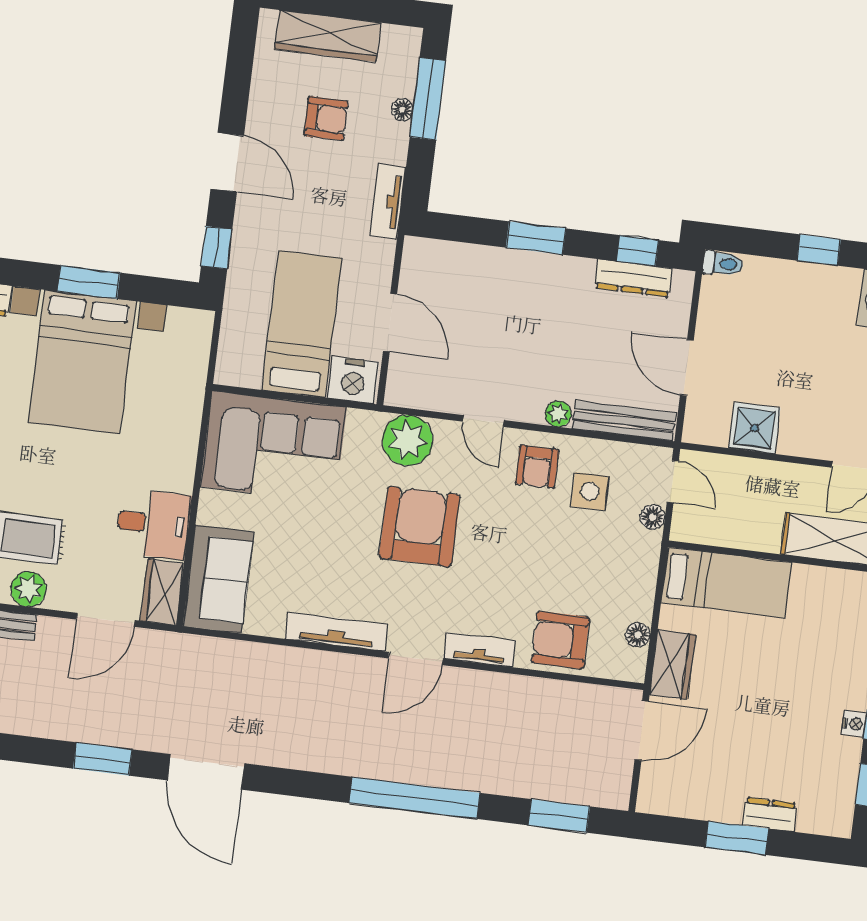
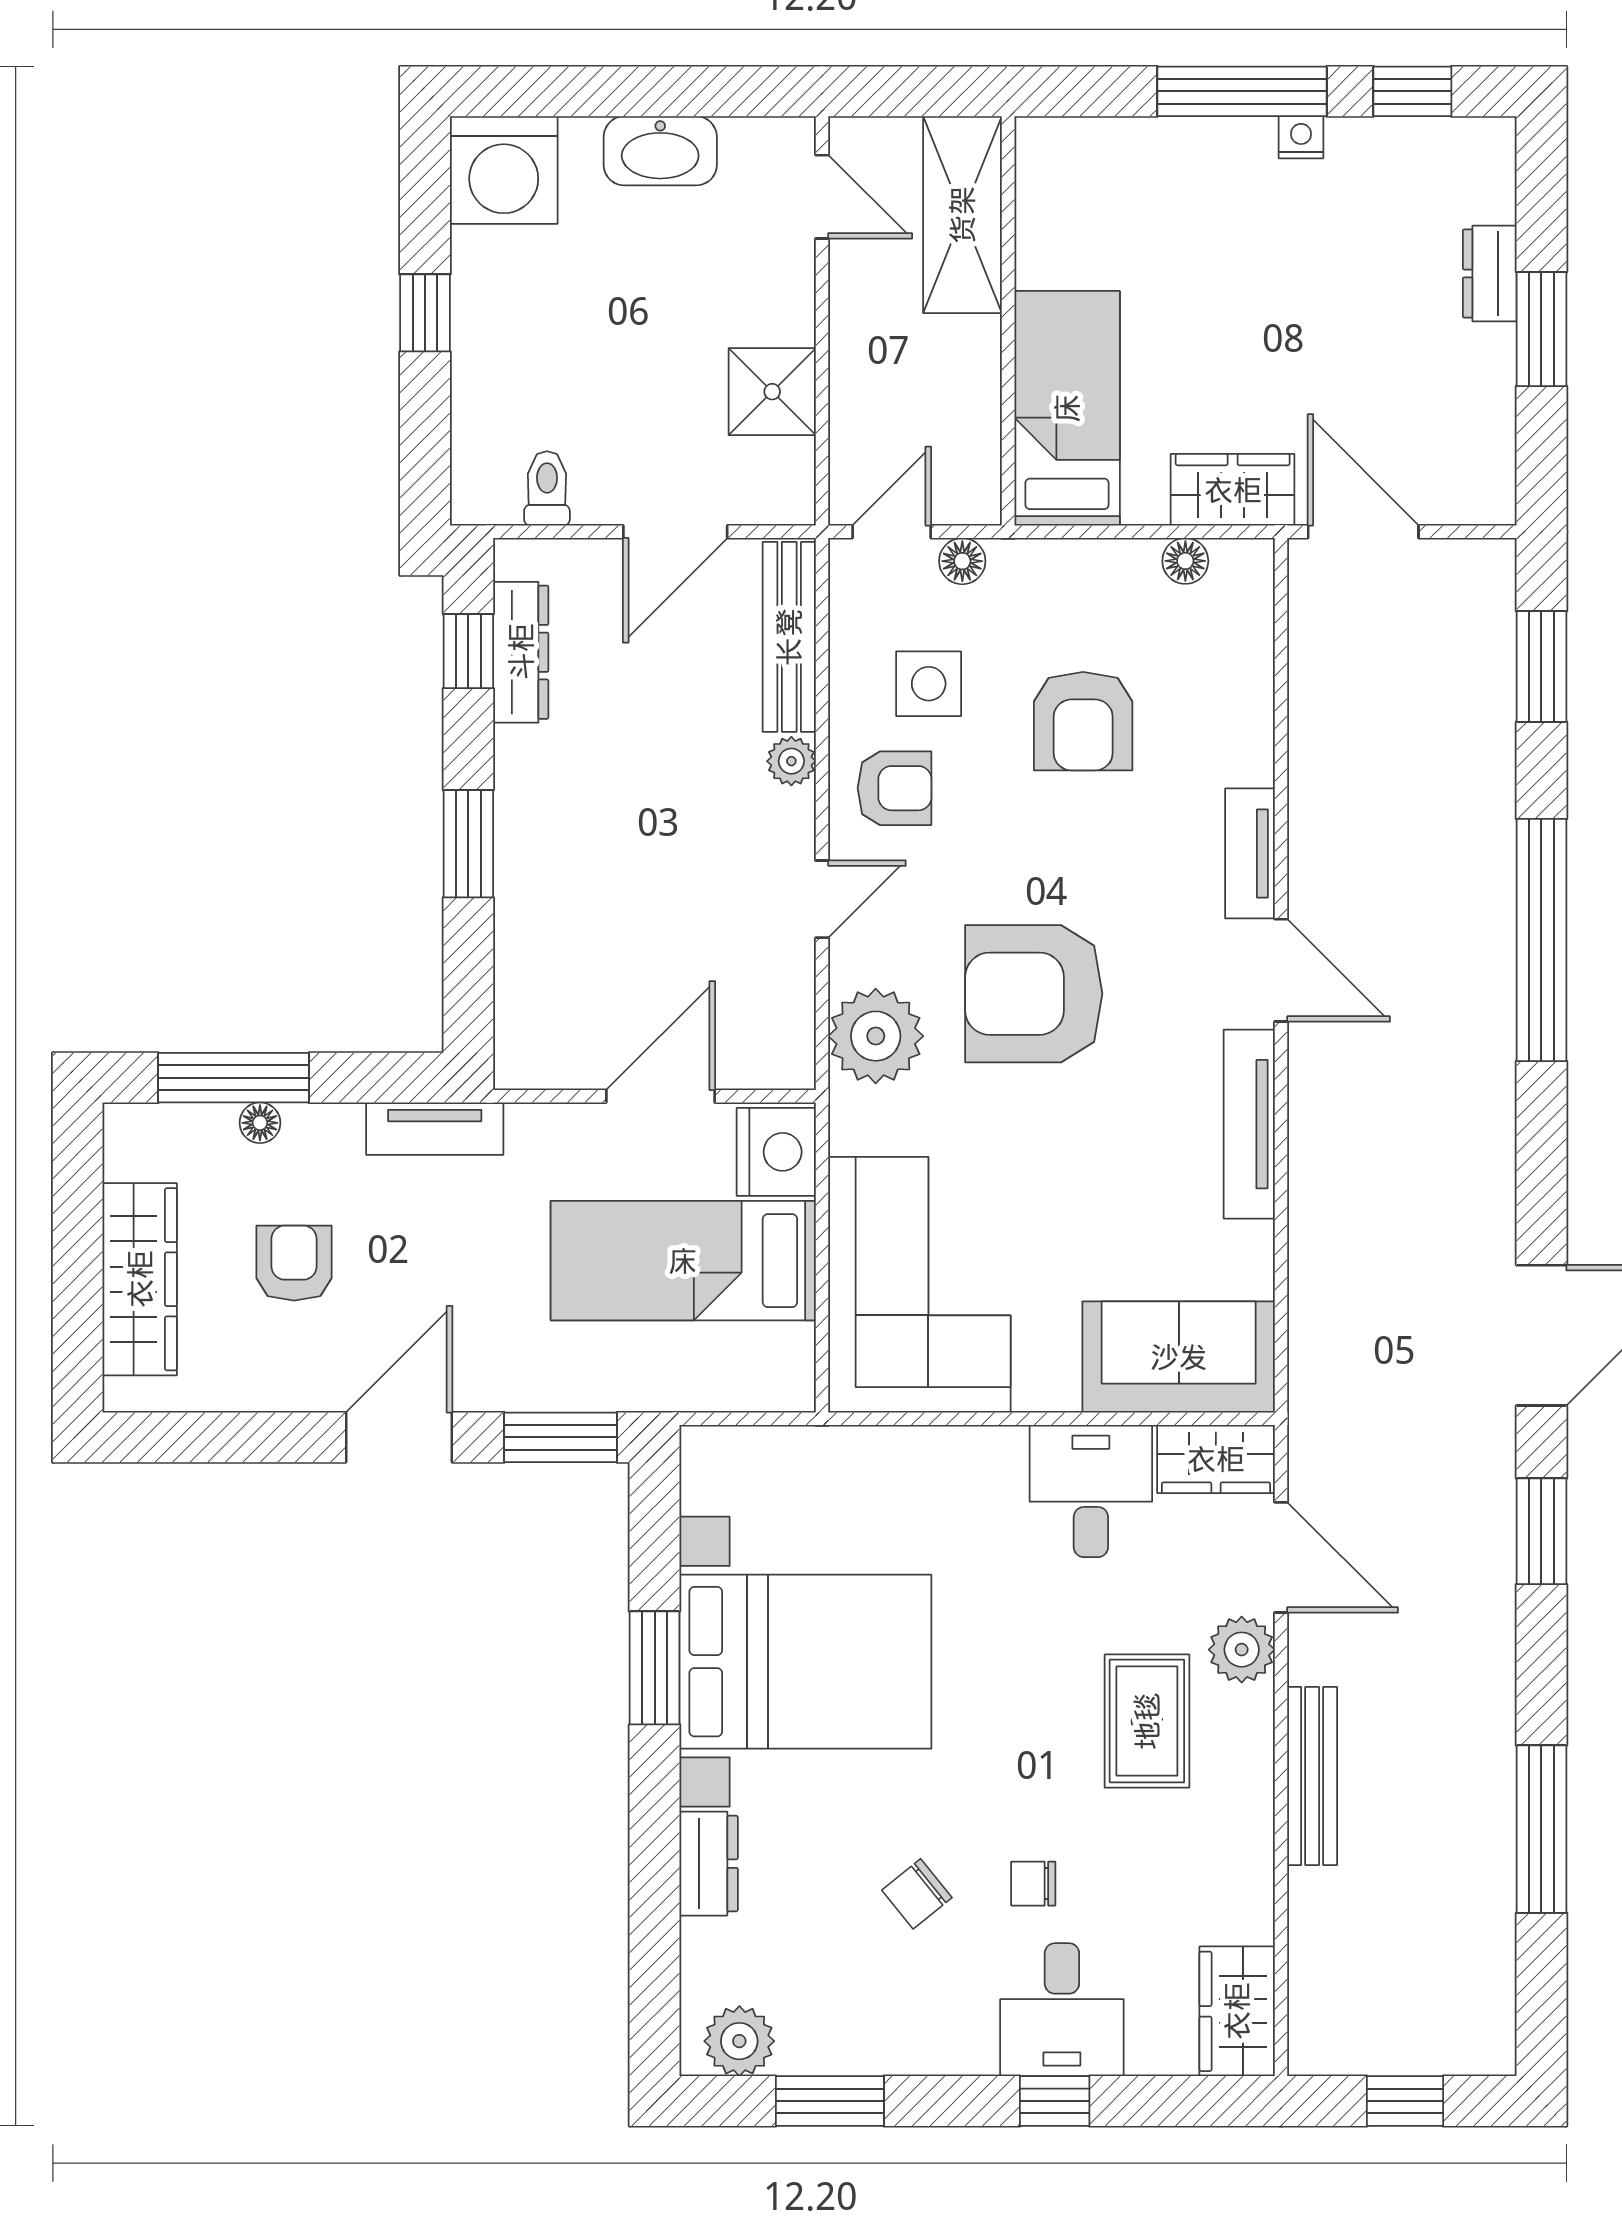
window: (217, 248) -> (560, 1437), width x1.50
toilet: (723, 264) -> (547, 488), moved
plant: (28, 589) -> (1242, 1650), moved
armchair: (560, 640) -> (1083, 721), moved

